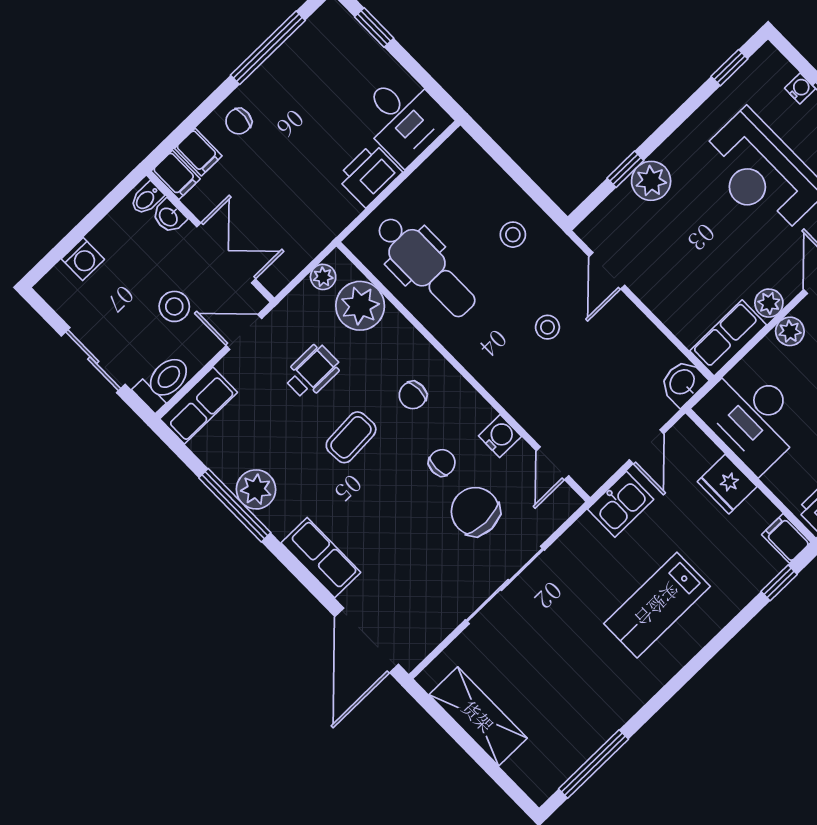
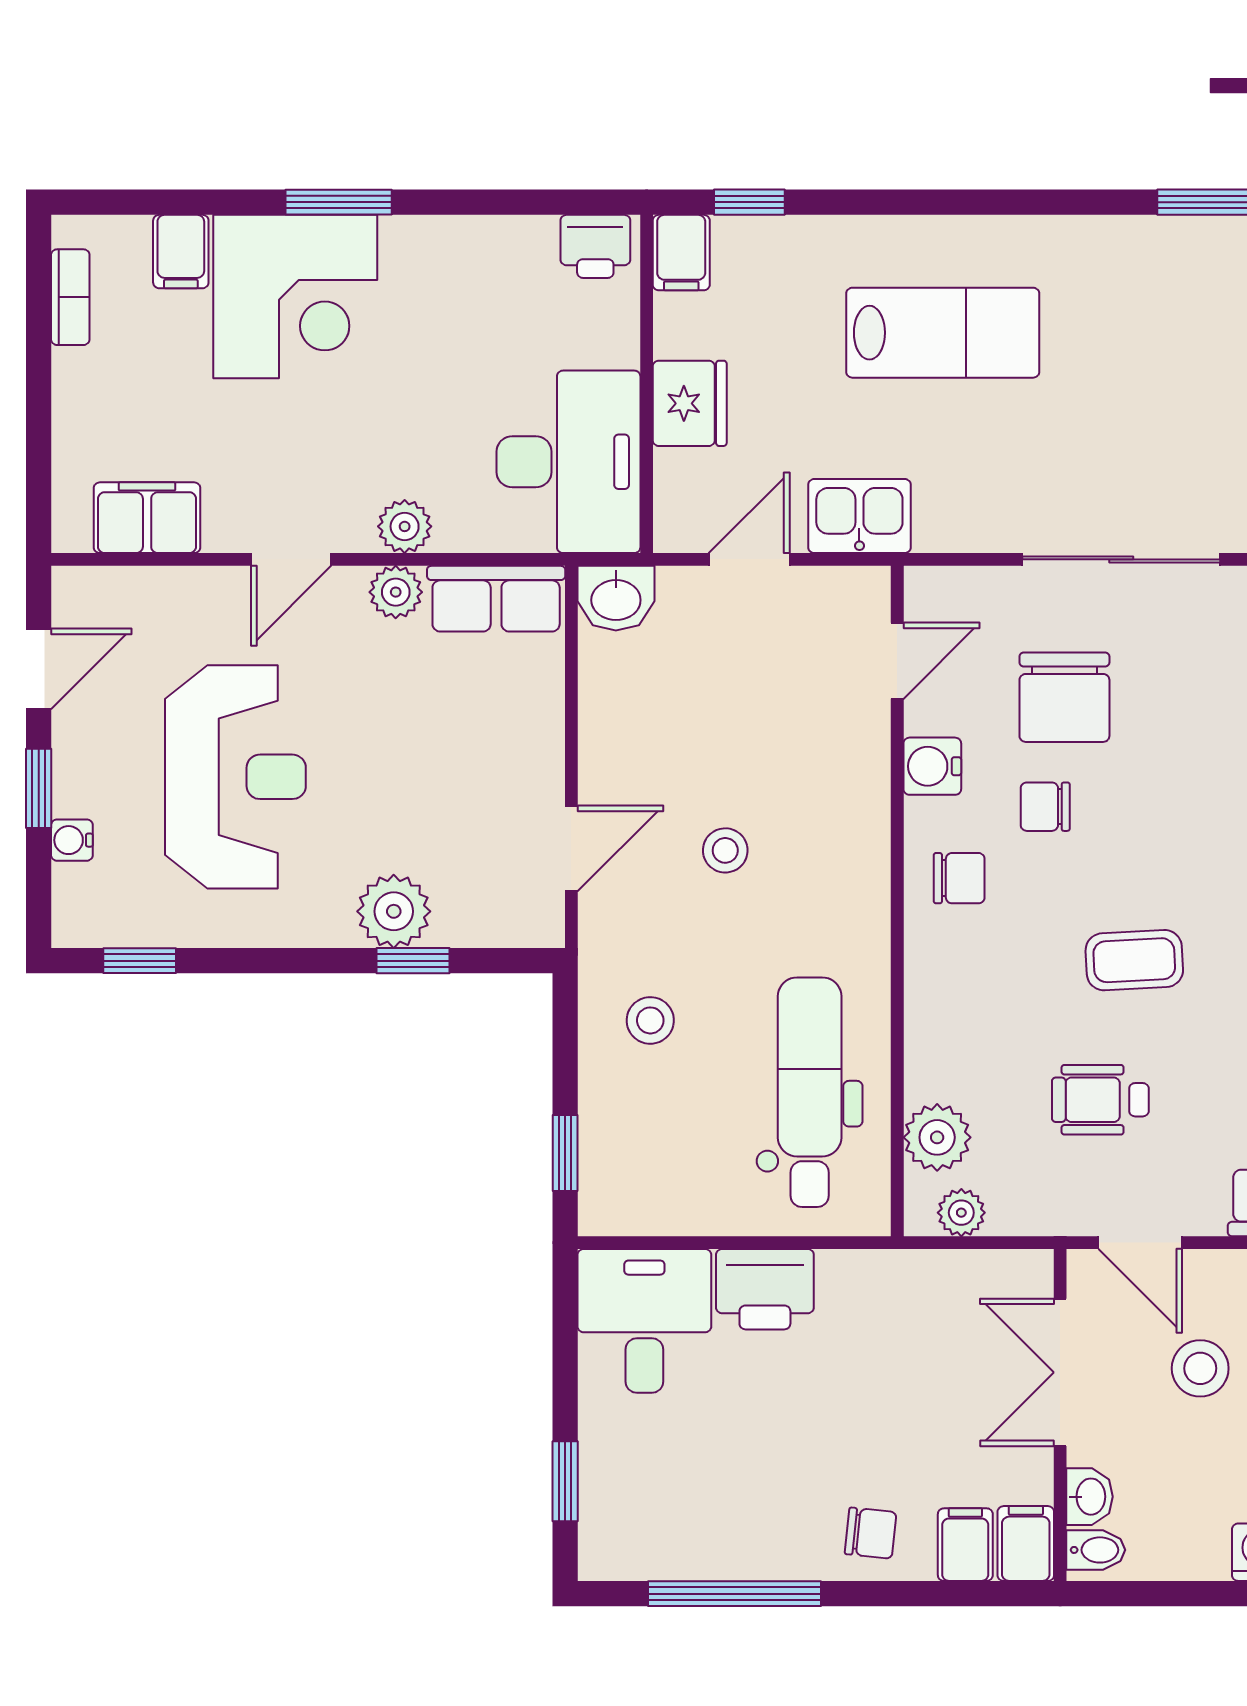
window: (496, 152) -> (565, 1153), added
plant: (360, 306) -> (937, 1137), width x0.73, depth x0.73
chair: (413, 395) -> (959, 878), moved

